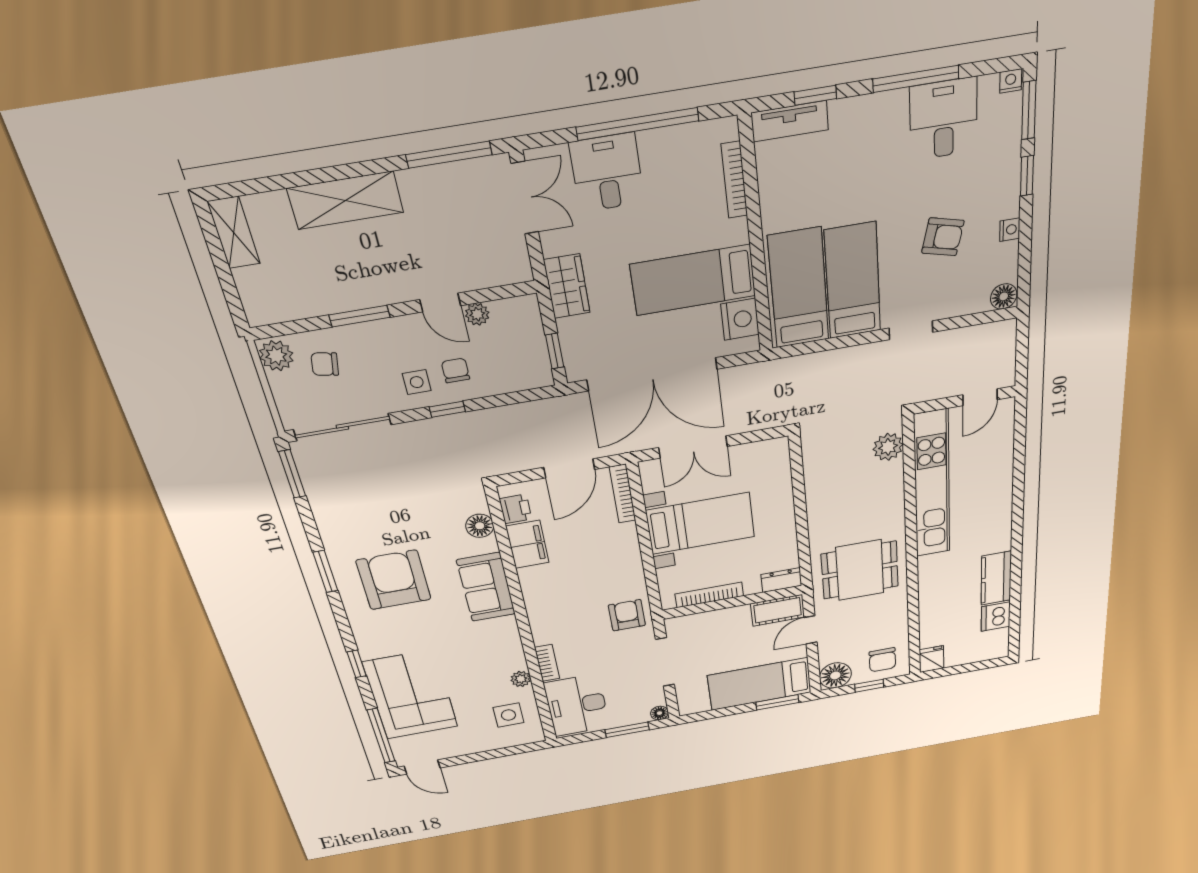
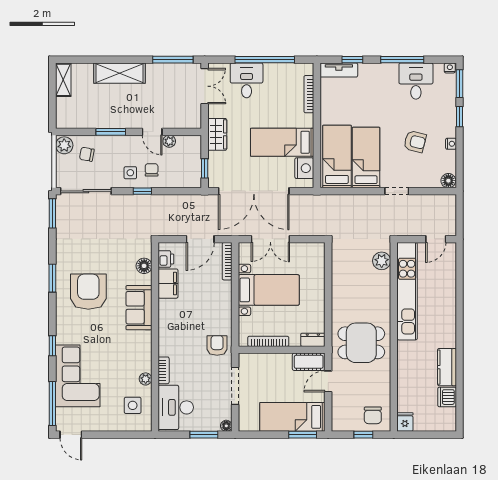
floor lamp: (835, 675) -> (342, 421), removed

